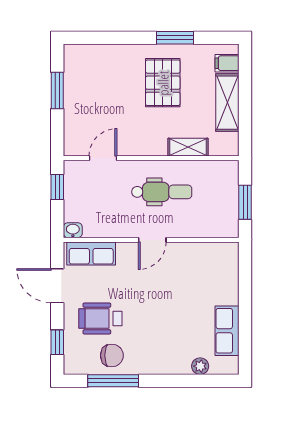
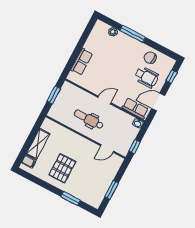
window: (175, 38) -> (70, 198), moved
shelving: (188, 147) -> (66, 133), removed
door: (57, 286) -> (158, 102), swing flipped
row of seats: (227, 331) -> (82, 62), moved
window: (113, 381) -> (133, 34), moved

